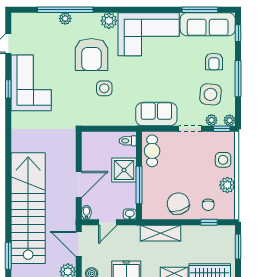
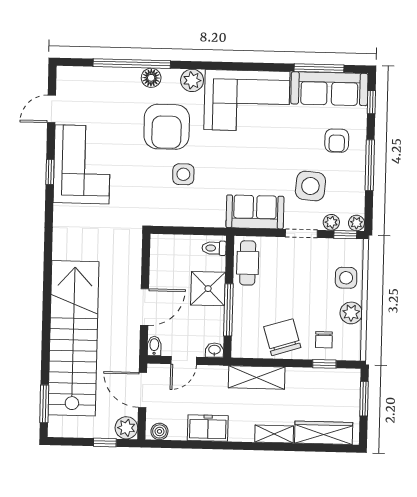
plant: (65, 19) -> (131, 76), removed
floor lamp: (79, 20) -> (151, 78), added
side table: (210, 94) -> (310, 186), moved

